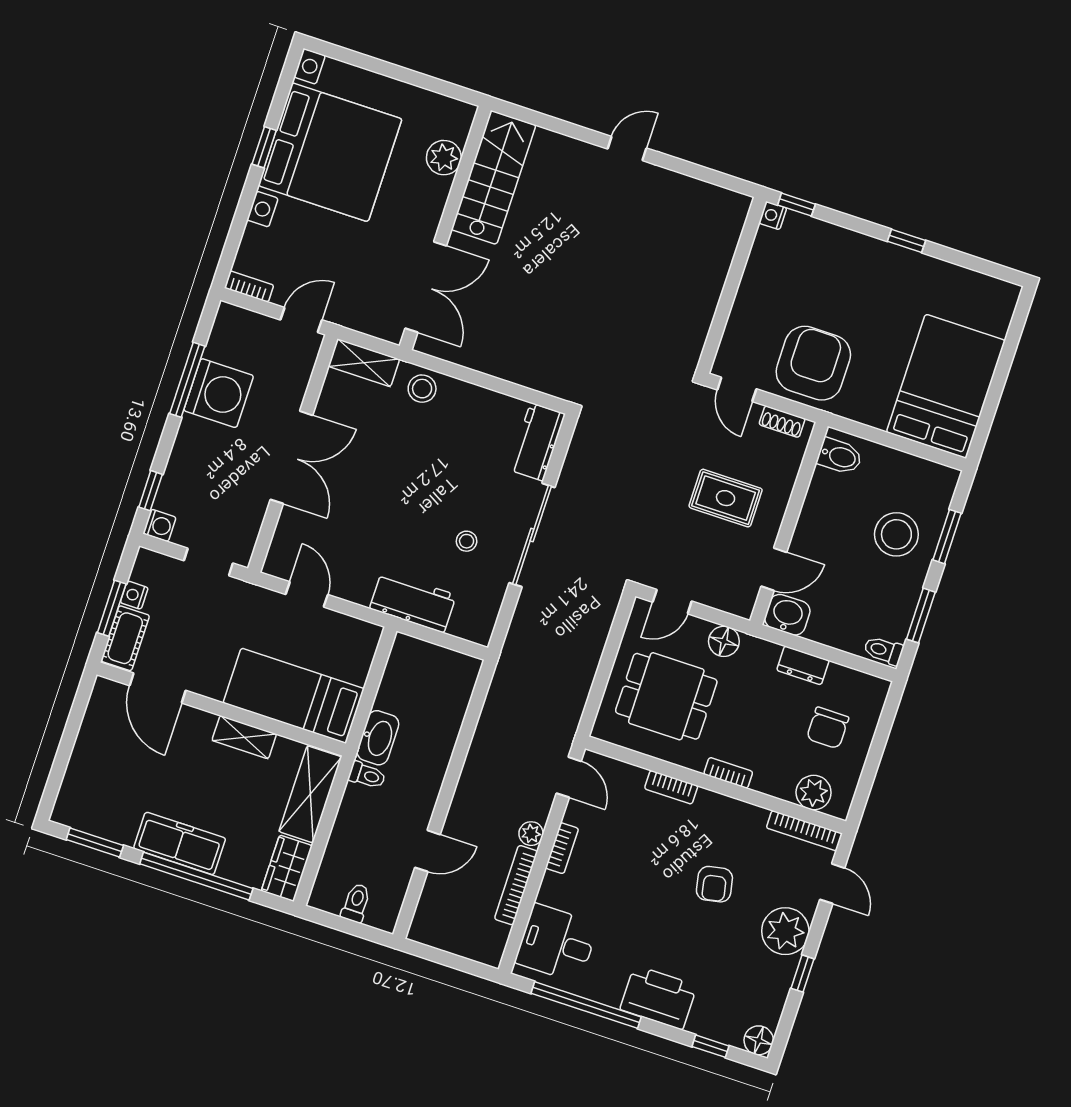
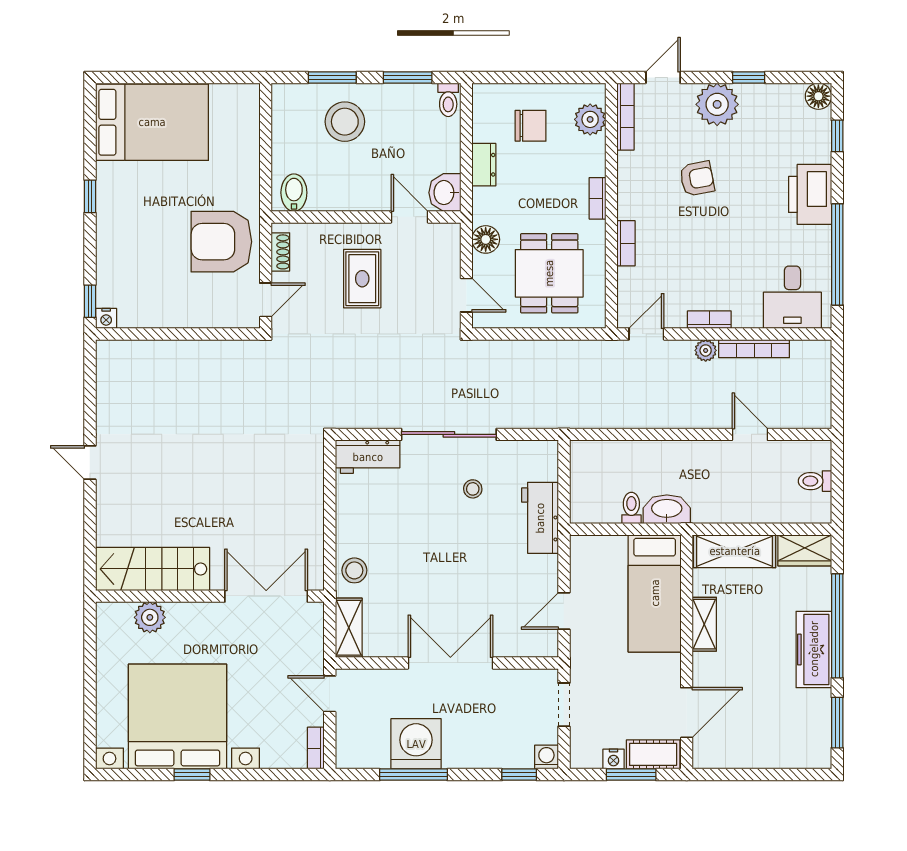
bed: (946, 386) -> (152, 122), moved, turned 180
toilet: (367, 775) -> (631, 508), moved

